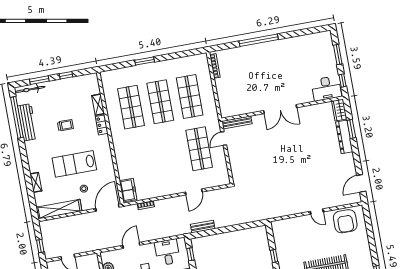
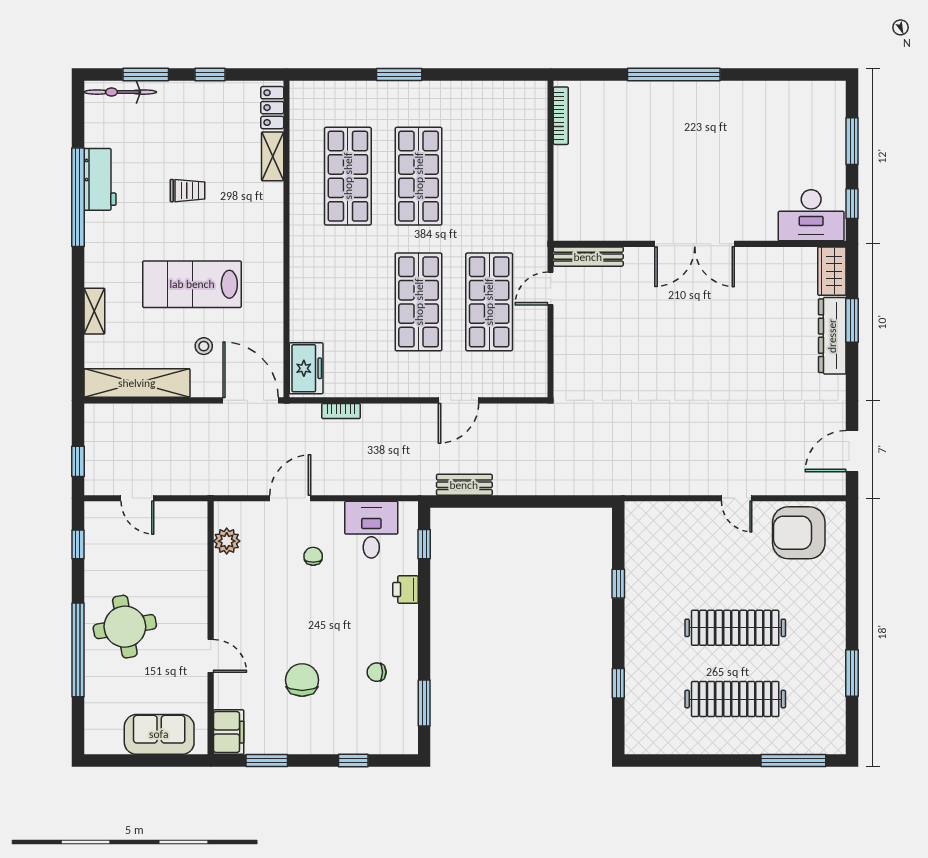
shop shelf: (190, 96) -> (419, 302), moved
window: (17, 117) -> (78, 197), moved
workbench: (27, 122) -> (100, 179), width x0.73
locker: (102, 125) -> (272, 108), moved
door: (107, 208) -> (251, 400), hinge flipped
armchair: (345, 221) -> (799, 533), turned 90

